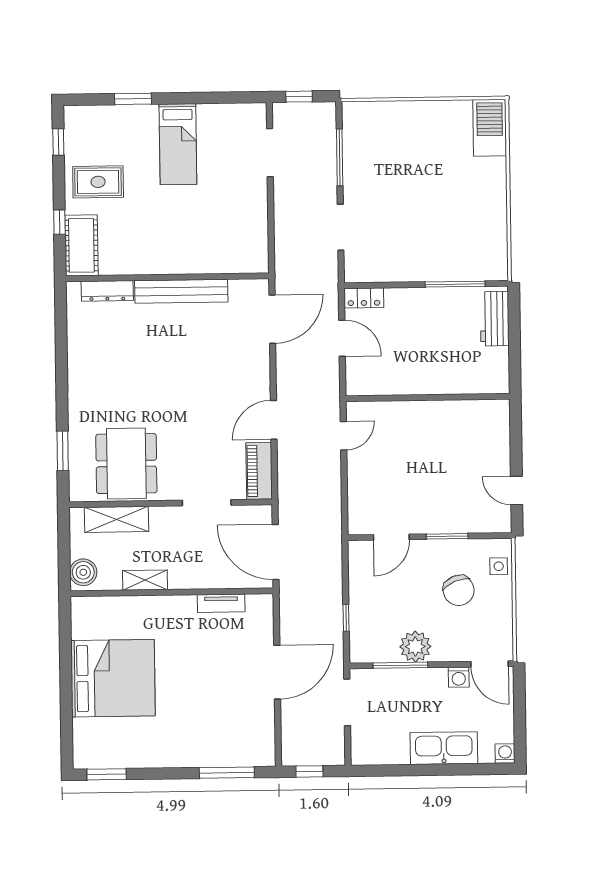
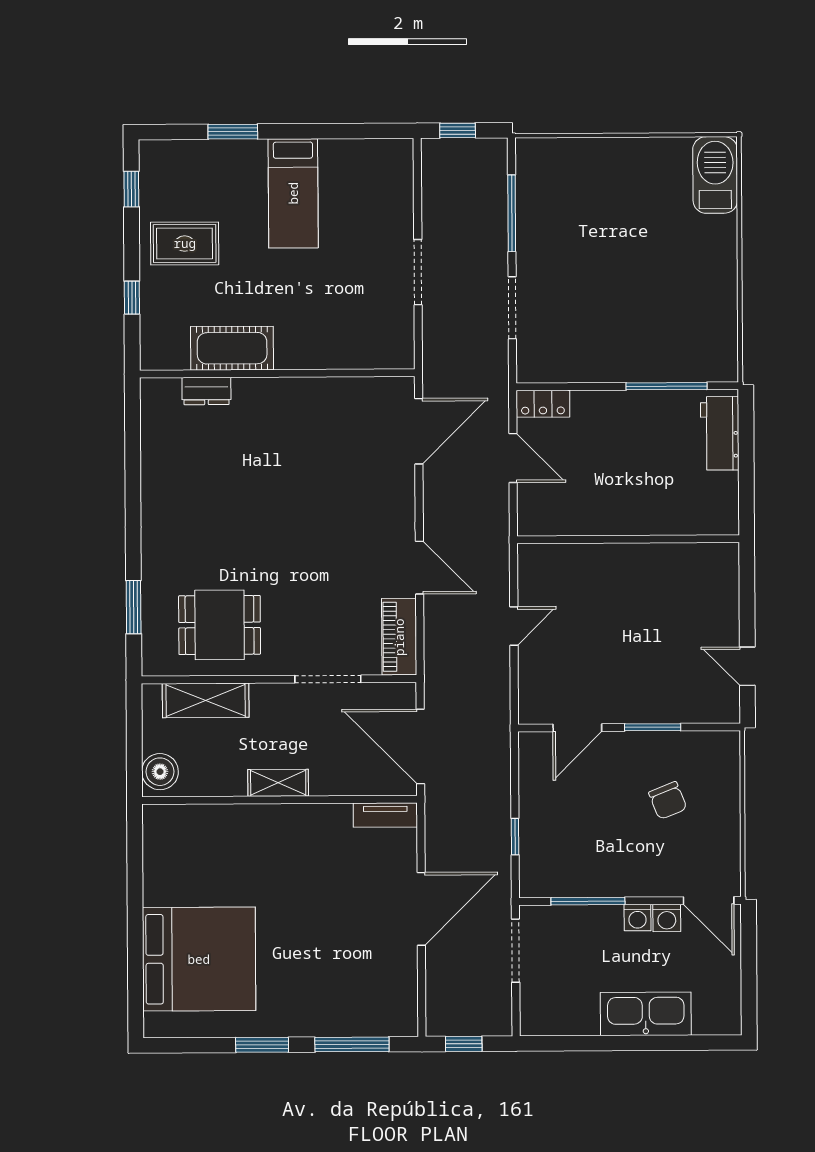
doorway: (270, 153) -> (418, 272), moved
cot: (81, 245) -> (232, 348), moved, turned 90
dresser: (107, 291) -> (206, 391), width x0.70
bench: (181, 291) -> (296, 392), removed
door: (274, 420) -> (419, 568), swing flipped
door: (343, 436) -> (514, 626), moved
dining table: (126, 464) -> (220, 625), width x0.73
side table: (499, 566) -> (722, 768), removed
shelving: (145, 580) -> (278, 783), moved
chair: (459, 590) -> (668, 800), width x0.73, depth x0.73
tv unit: (221, 603) -> (385, 815), moved
plant: (415, 647) -> (608, 876), removed
bed: (113, 678) -> (199, 959), moved
washing machine: (505, 754) -> (637, 918), moved, turned 180
window: (107, 774) -> (262, 1045), moved

